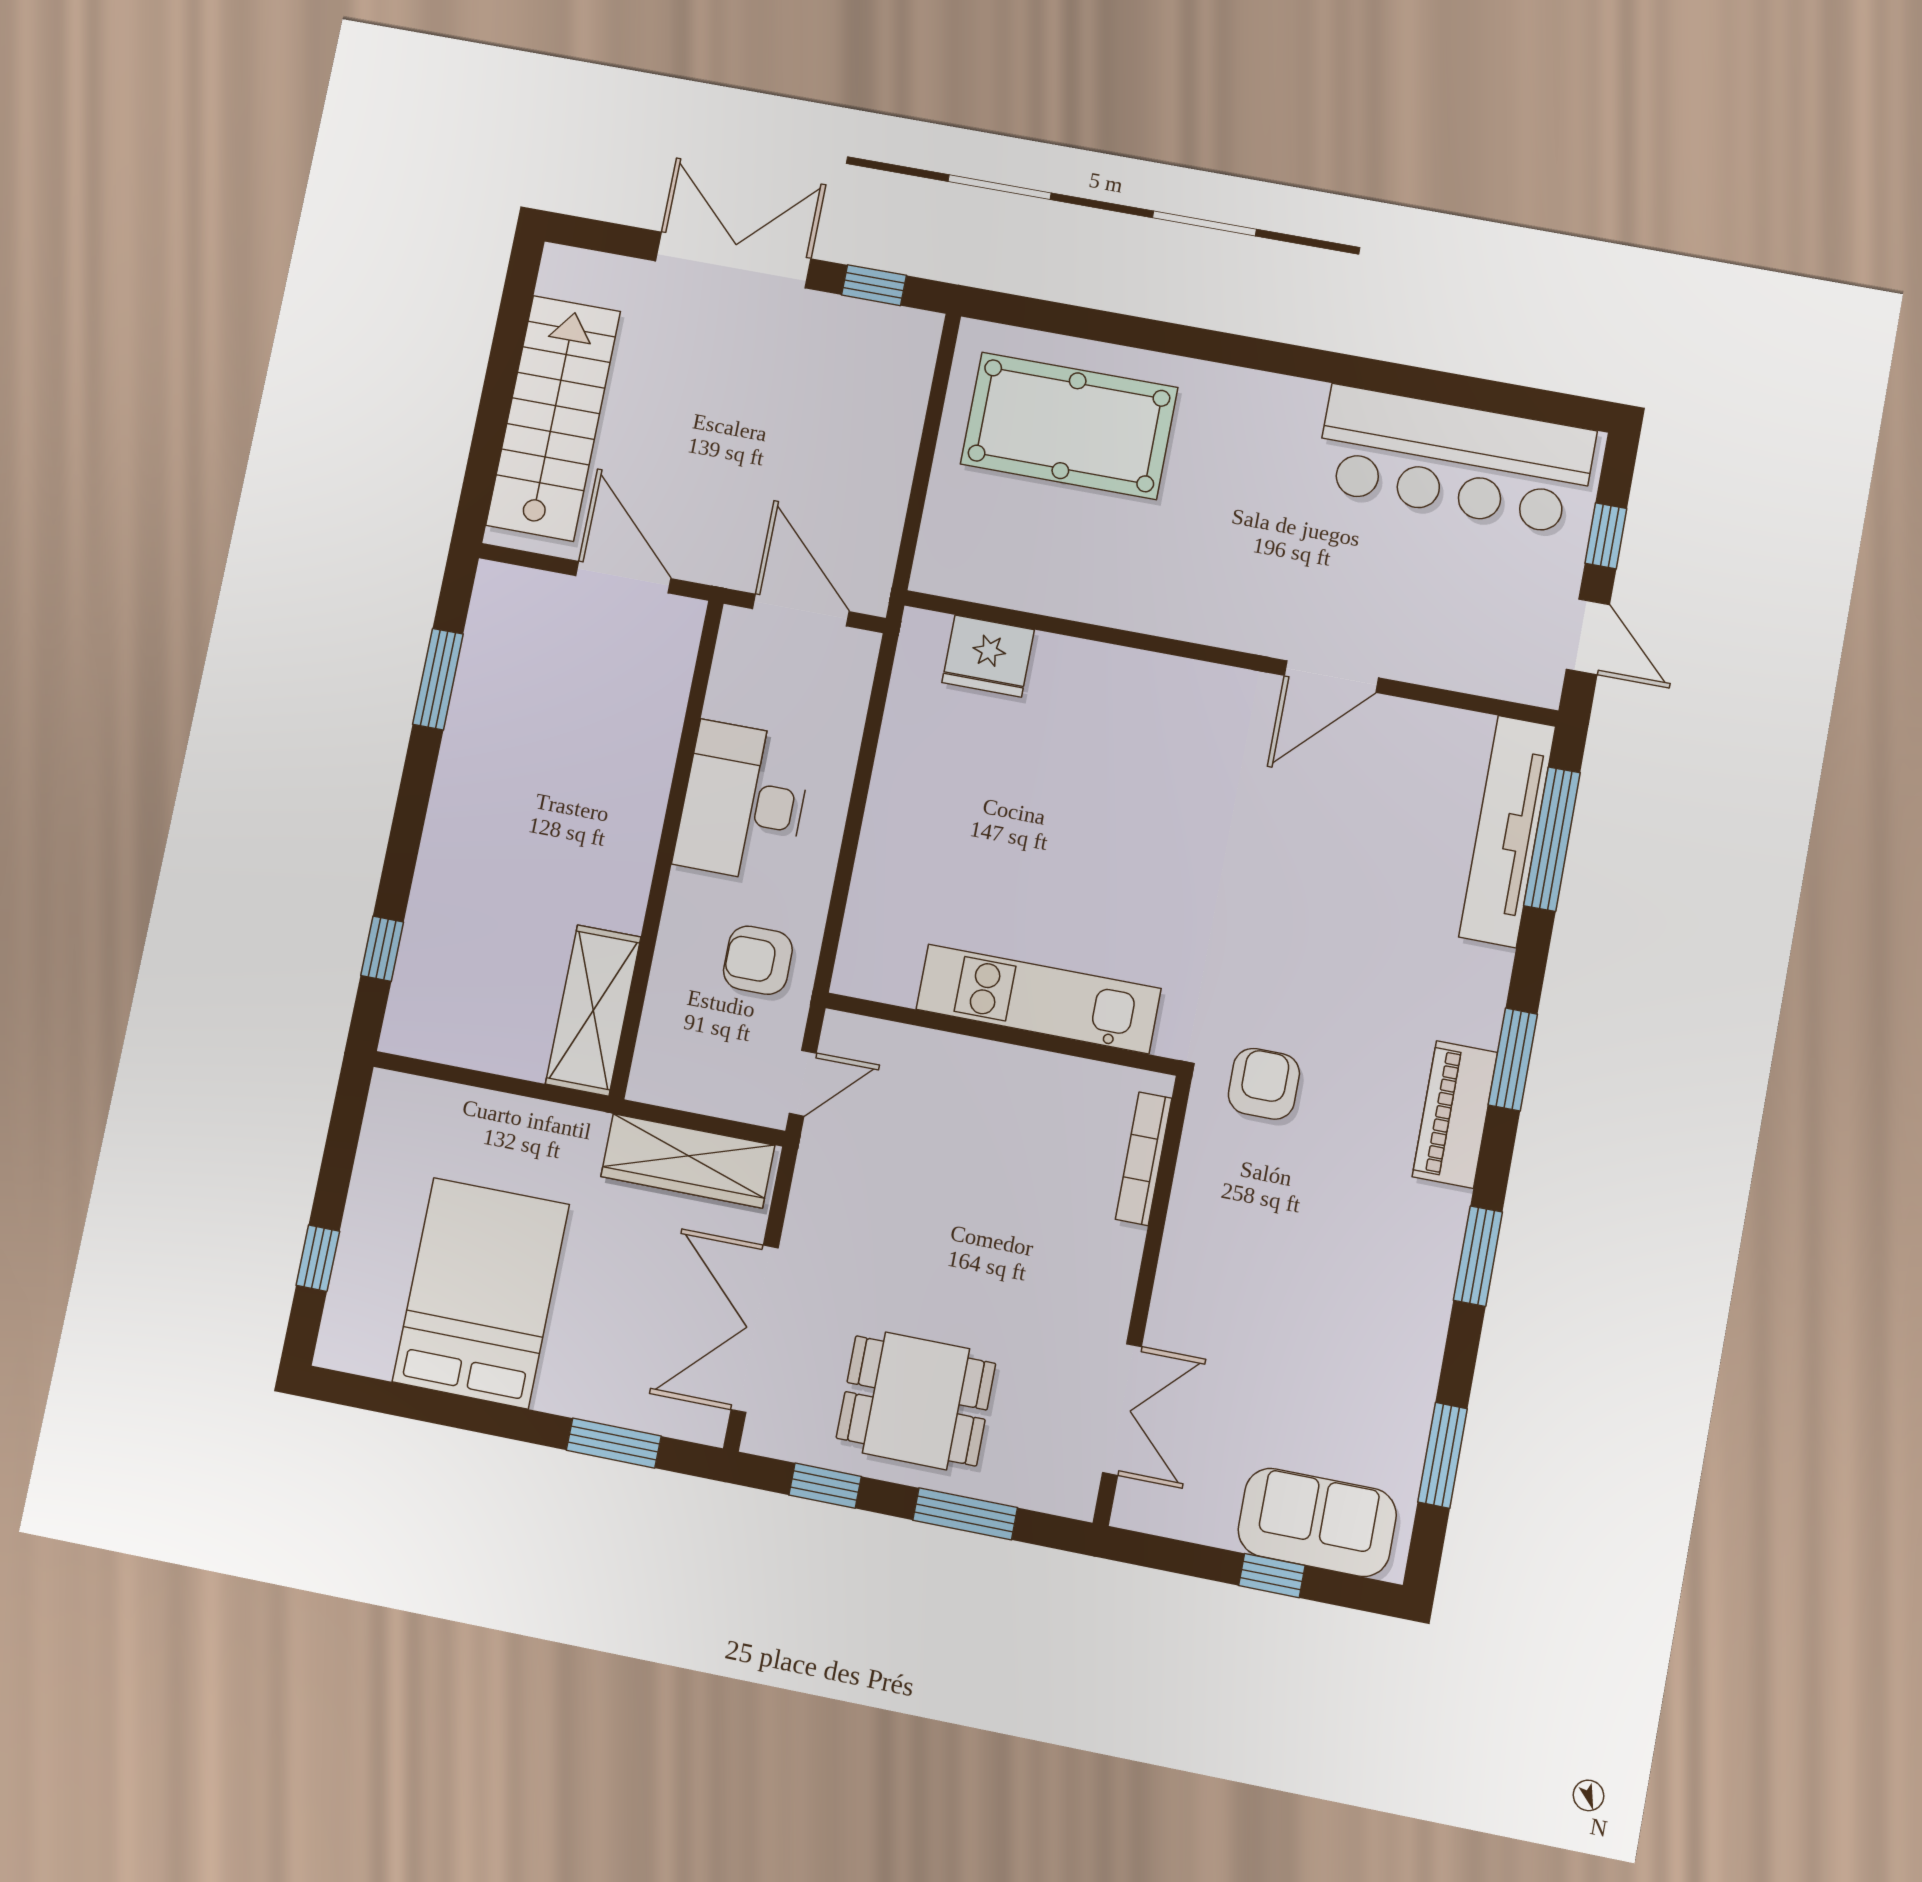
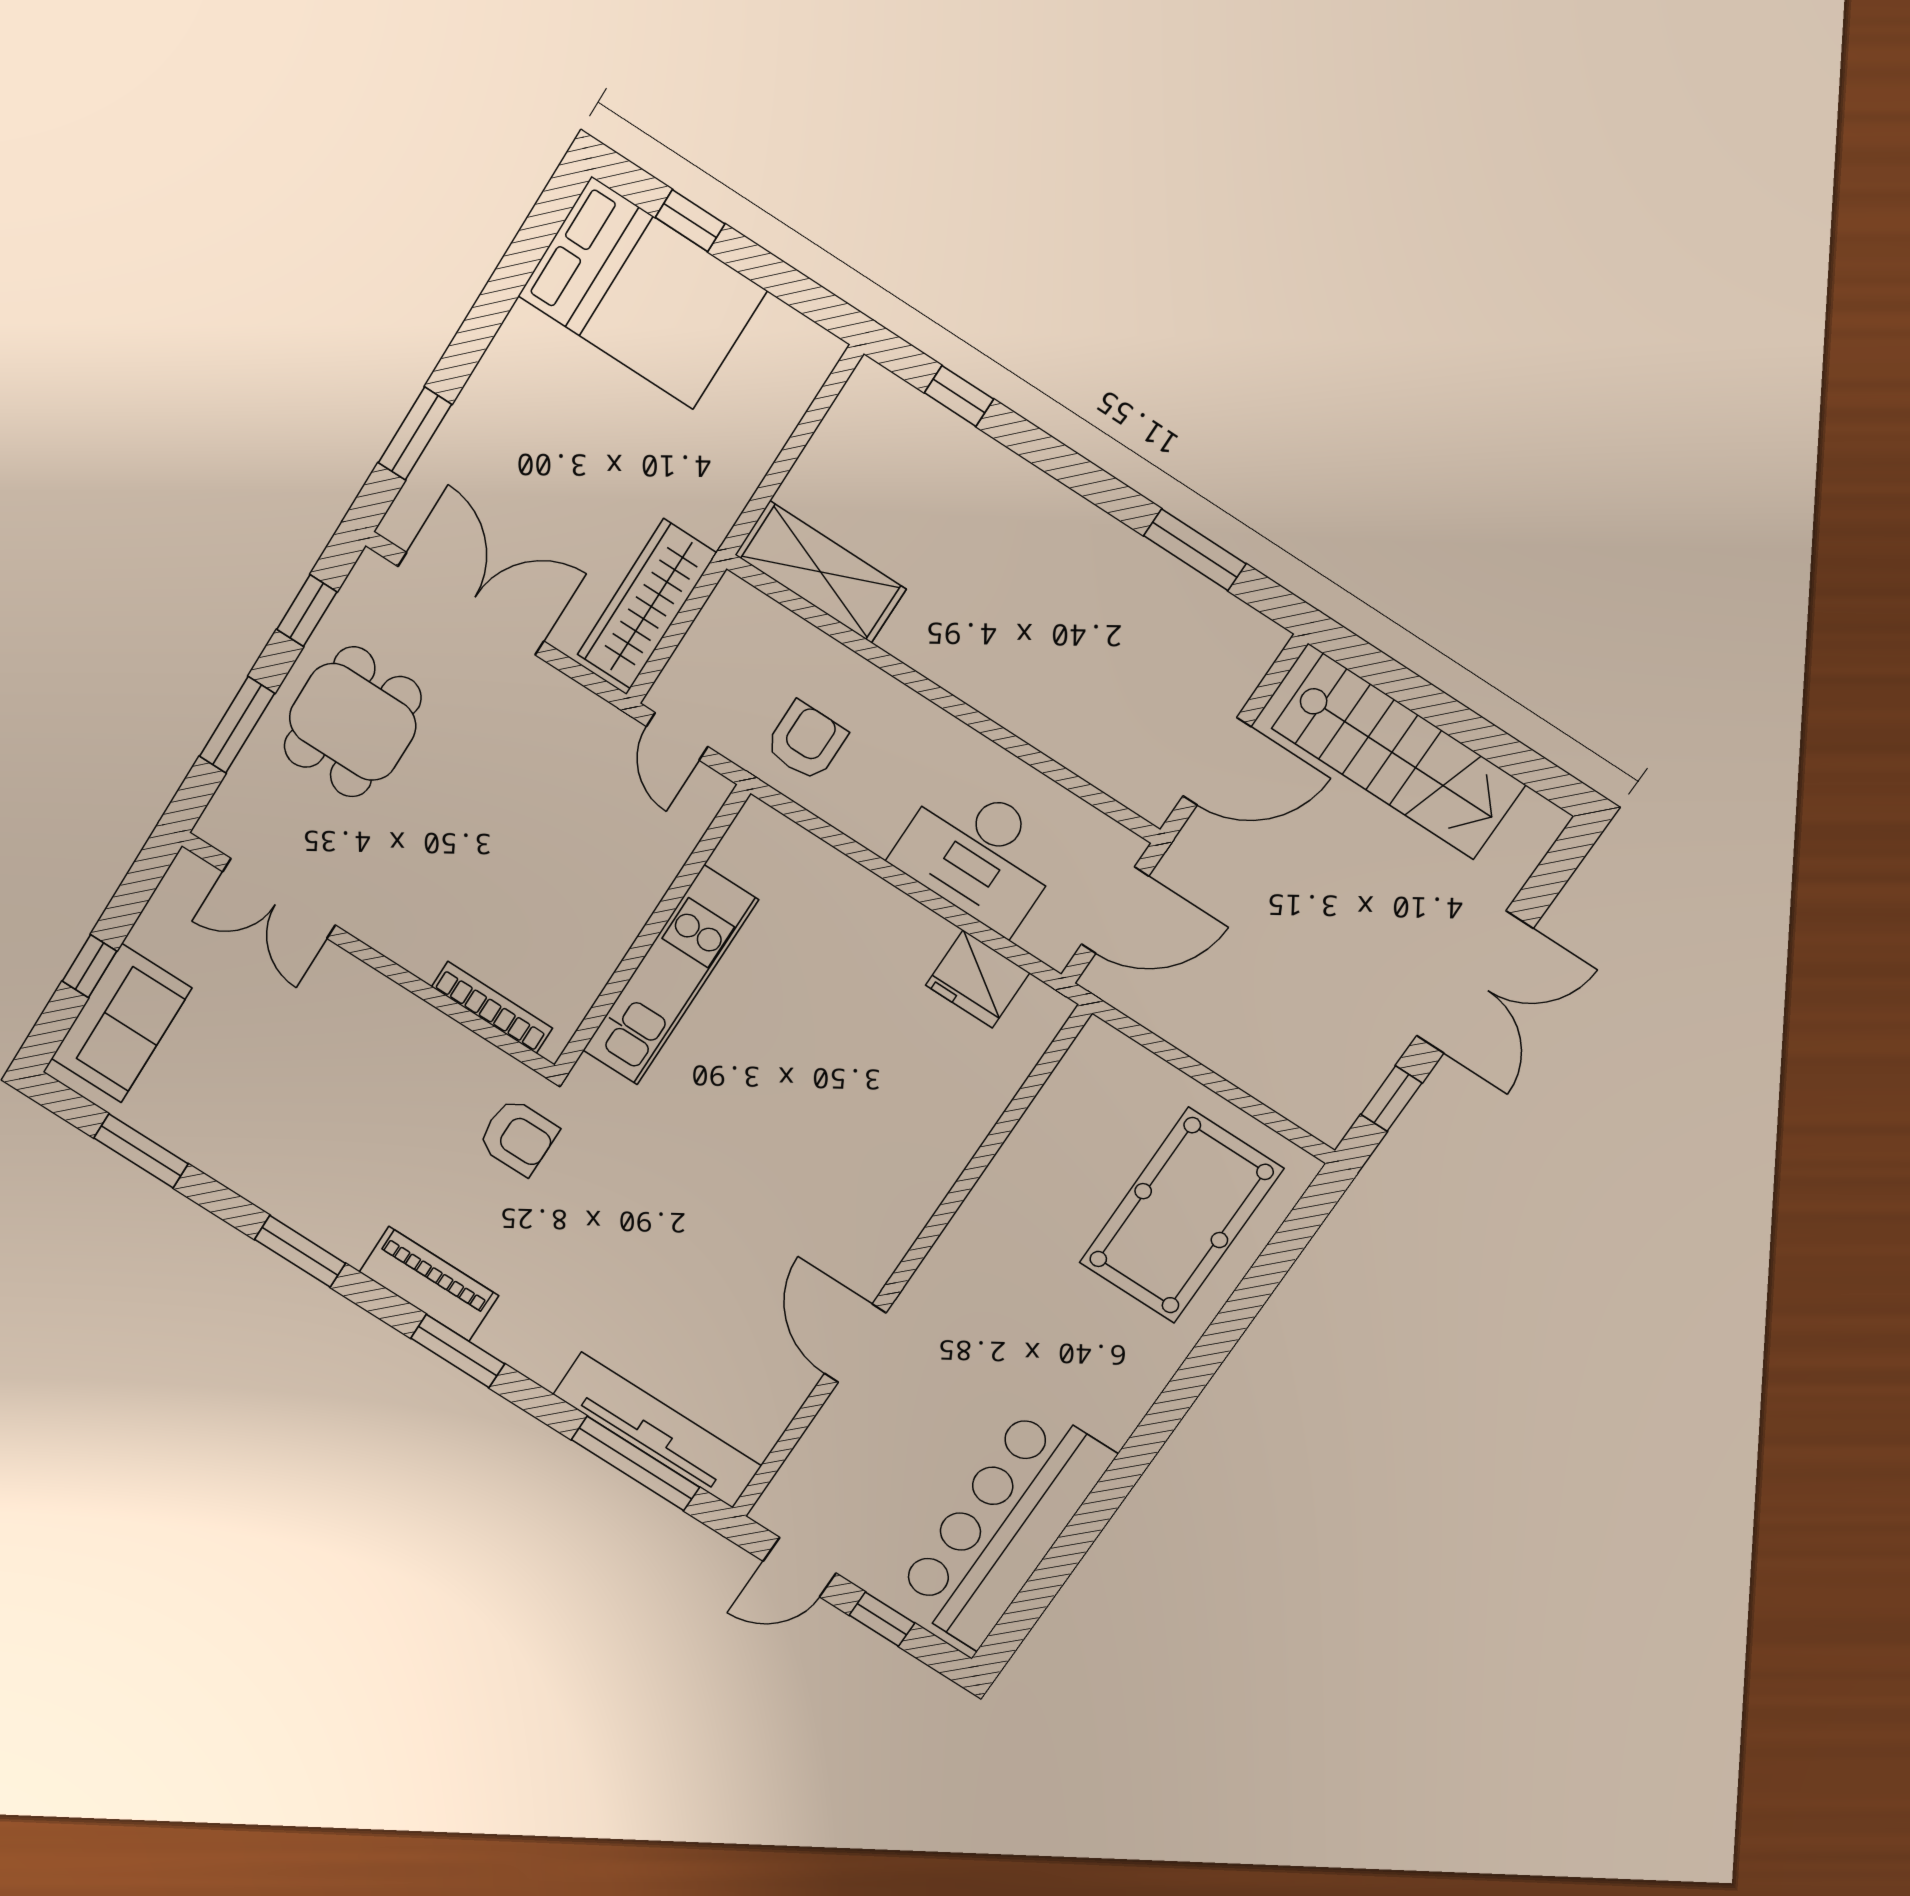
fridge: (988, 656) -> (978, 979), moved, turned -90
desk: (743, 802) -> (979, 854), moved, turned 180
bed: (481, 1293) -> (643, 293), moved

